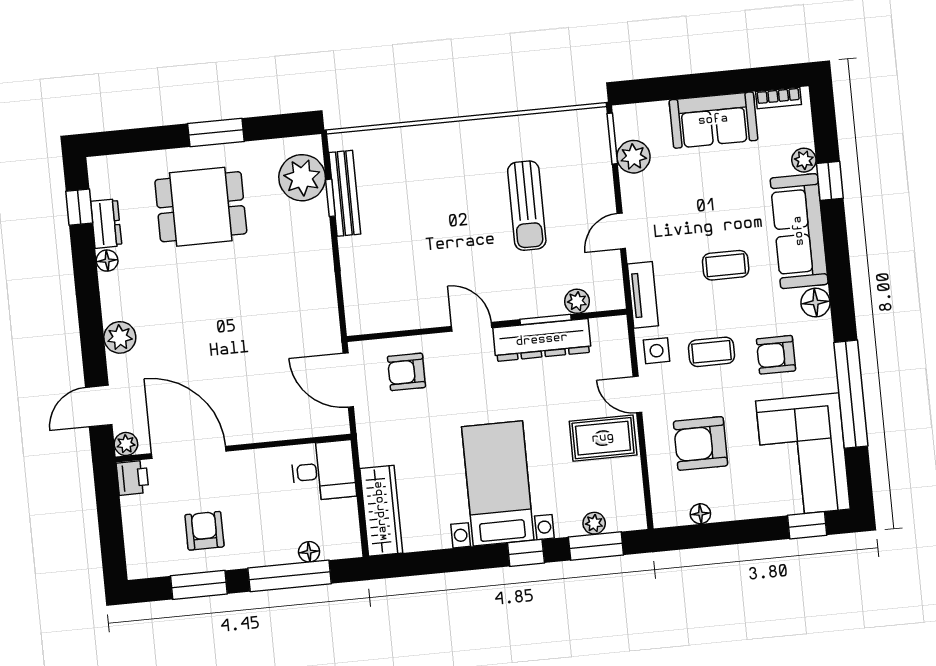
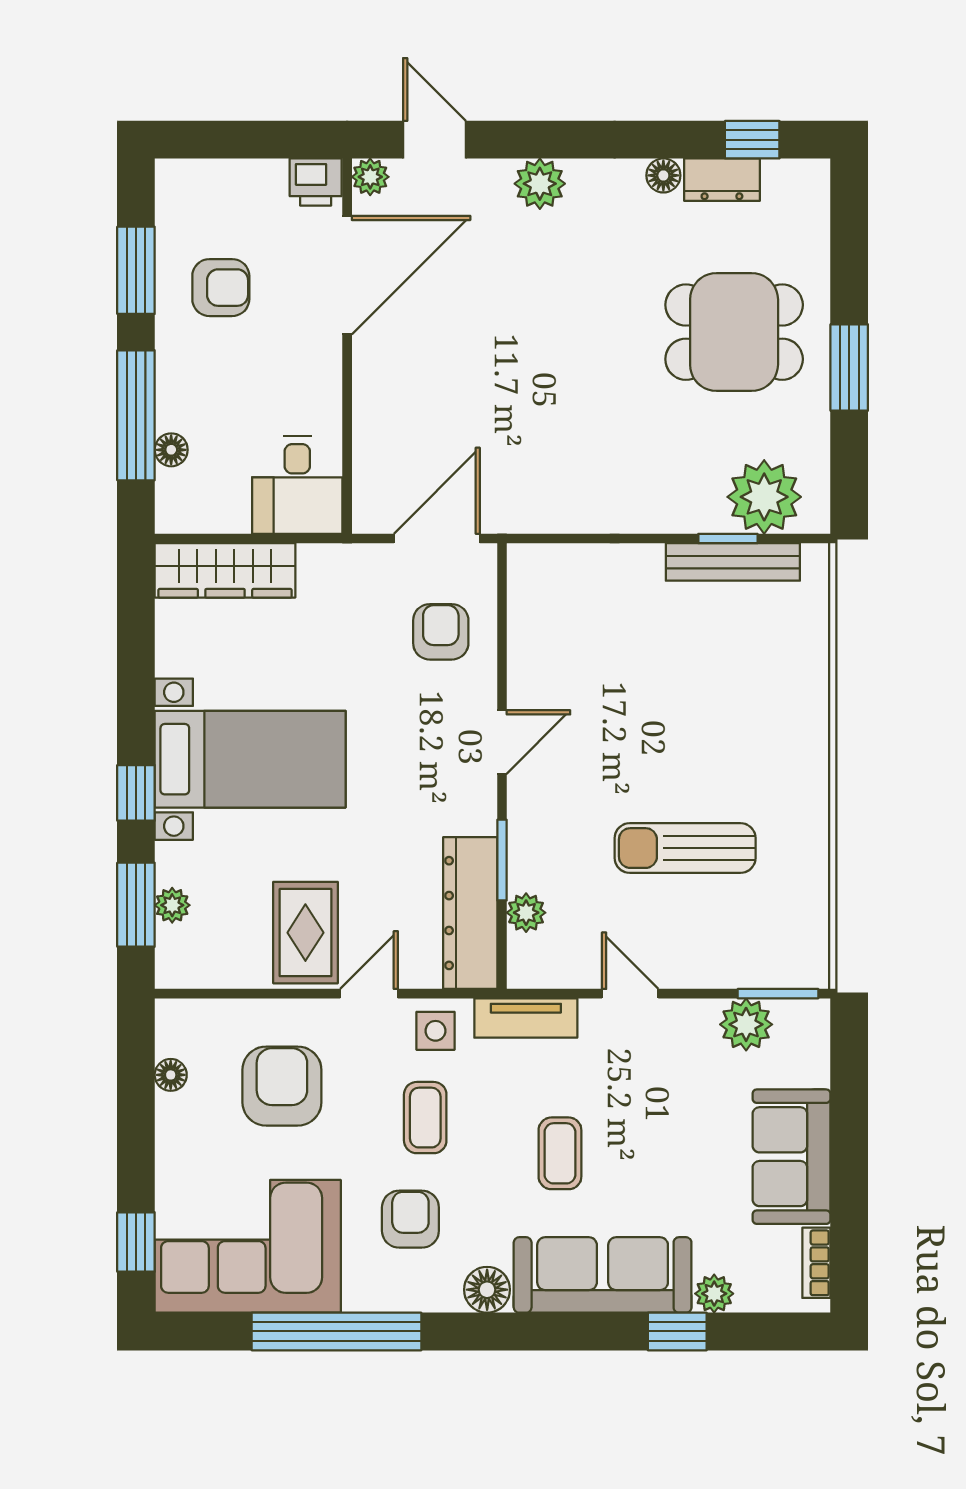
dining table: (201, 207) -> (734, 332), turned 90
dresser: (542, 340) -> (470, 913), moved

